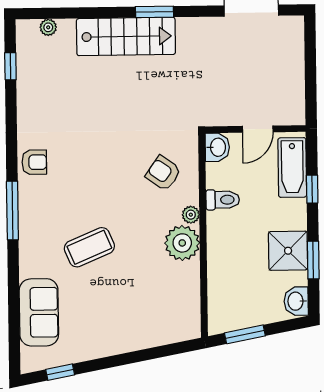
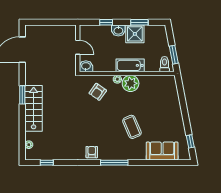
bathtub: (292, 167) -> (130, 65), moved, turned 180
toilet: (223, 200) -> (165, 64), moved
washbasin: (296, 301) -> (118, 30), moved

